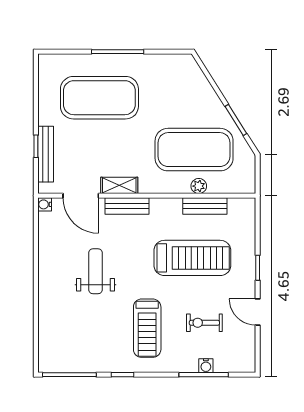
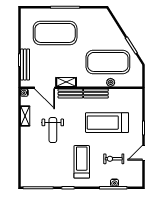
bench: (205, 206) -> (96, 94), moved
shelving: (46, 246) -> (25, 116), added
treadmill: (192, 258) -> (107, 123), turned 180
weight bench: (95, 271) -> (53, 130), turned 180
door: (258, 312) -> (143, 153), hinge flipped
treadmill: (147, 328) -> (82, 162), turned 180

